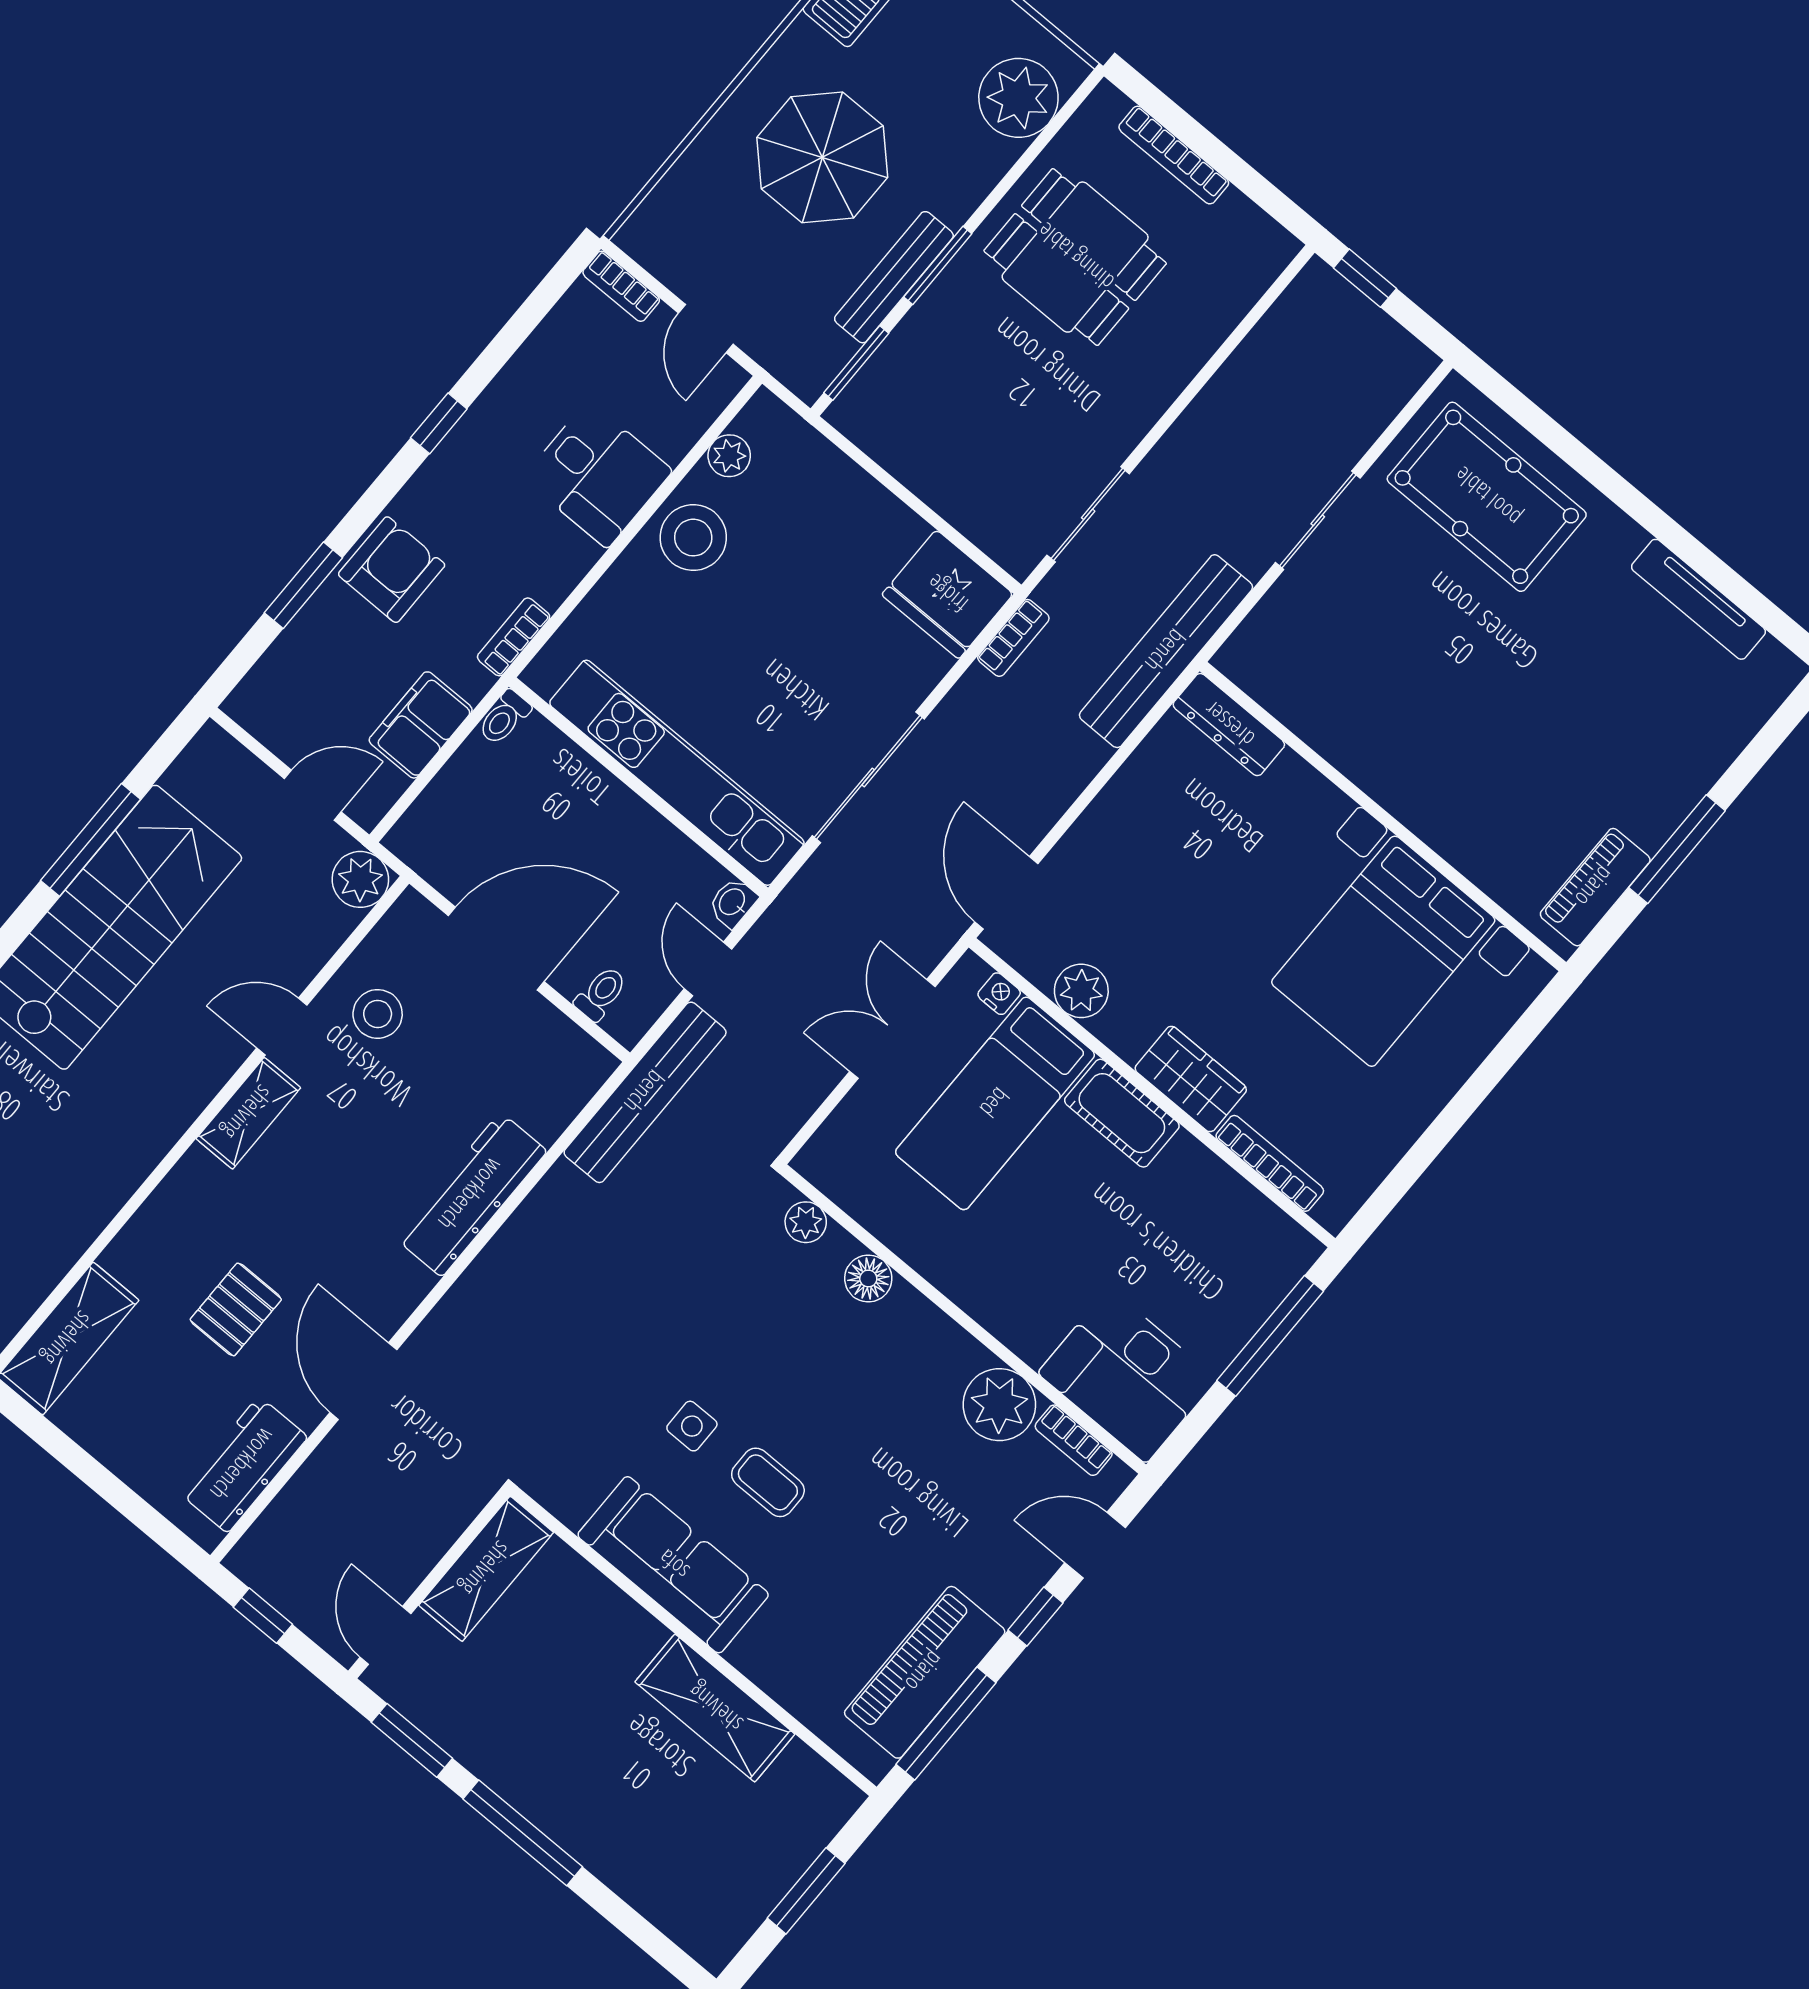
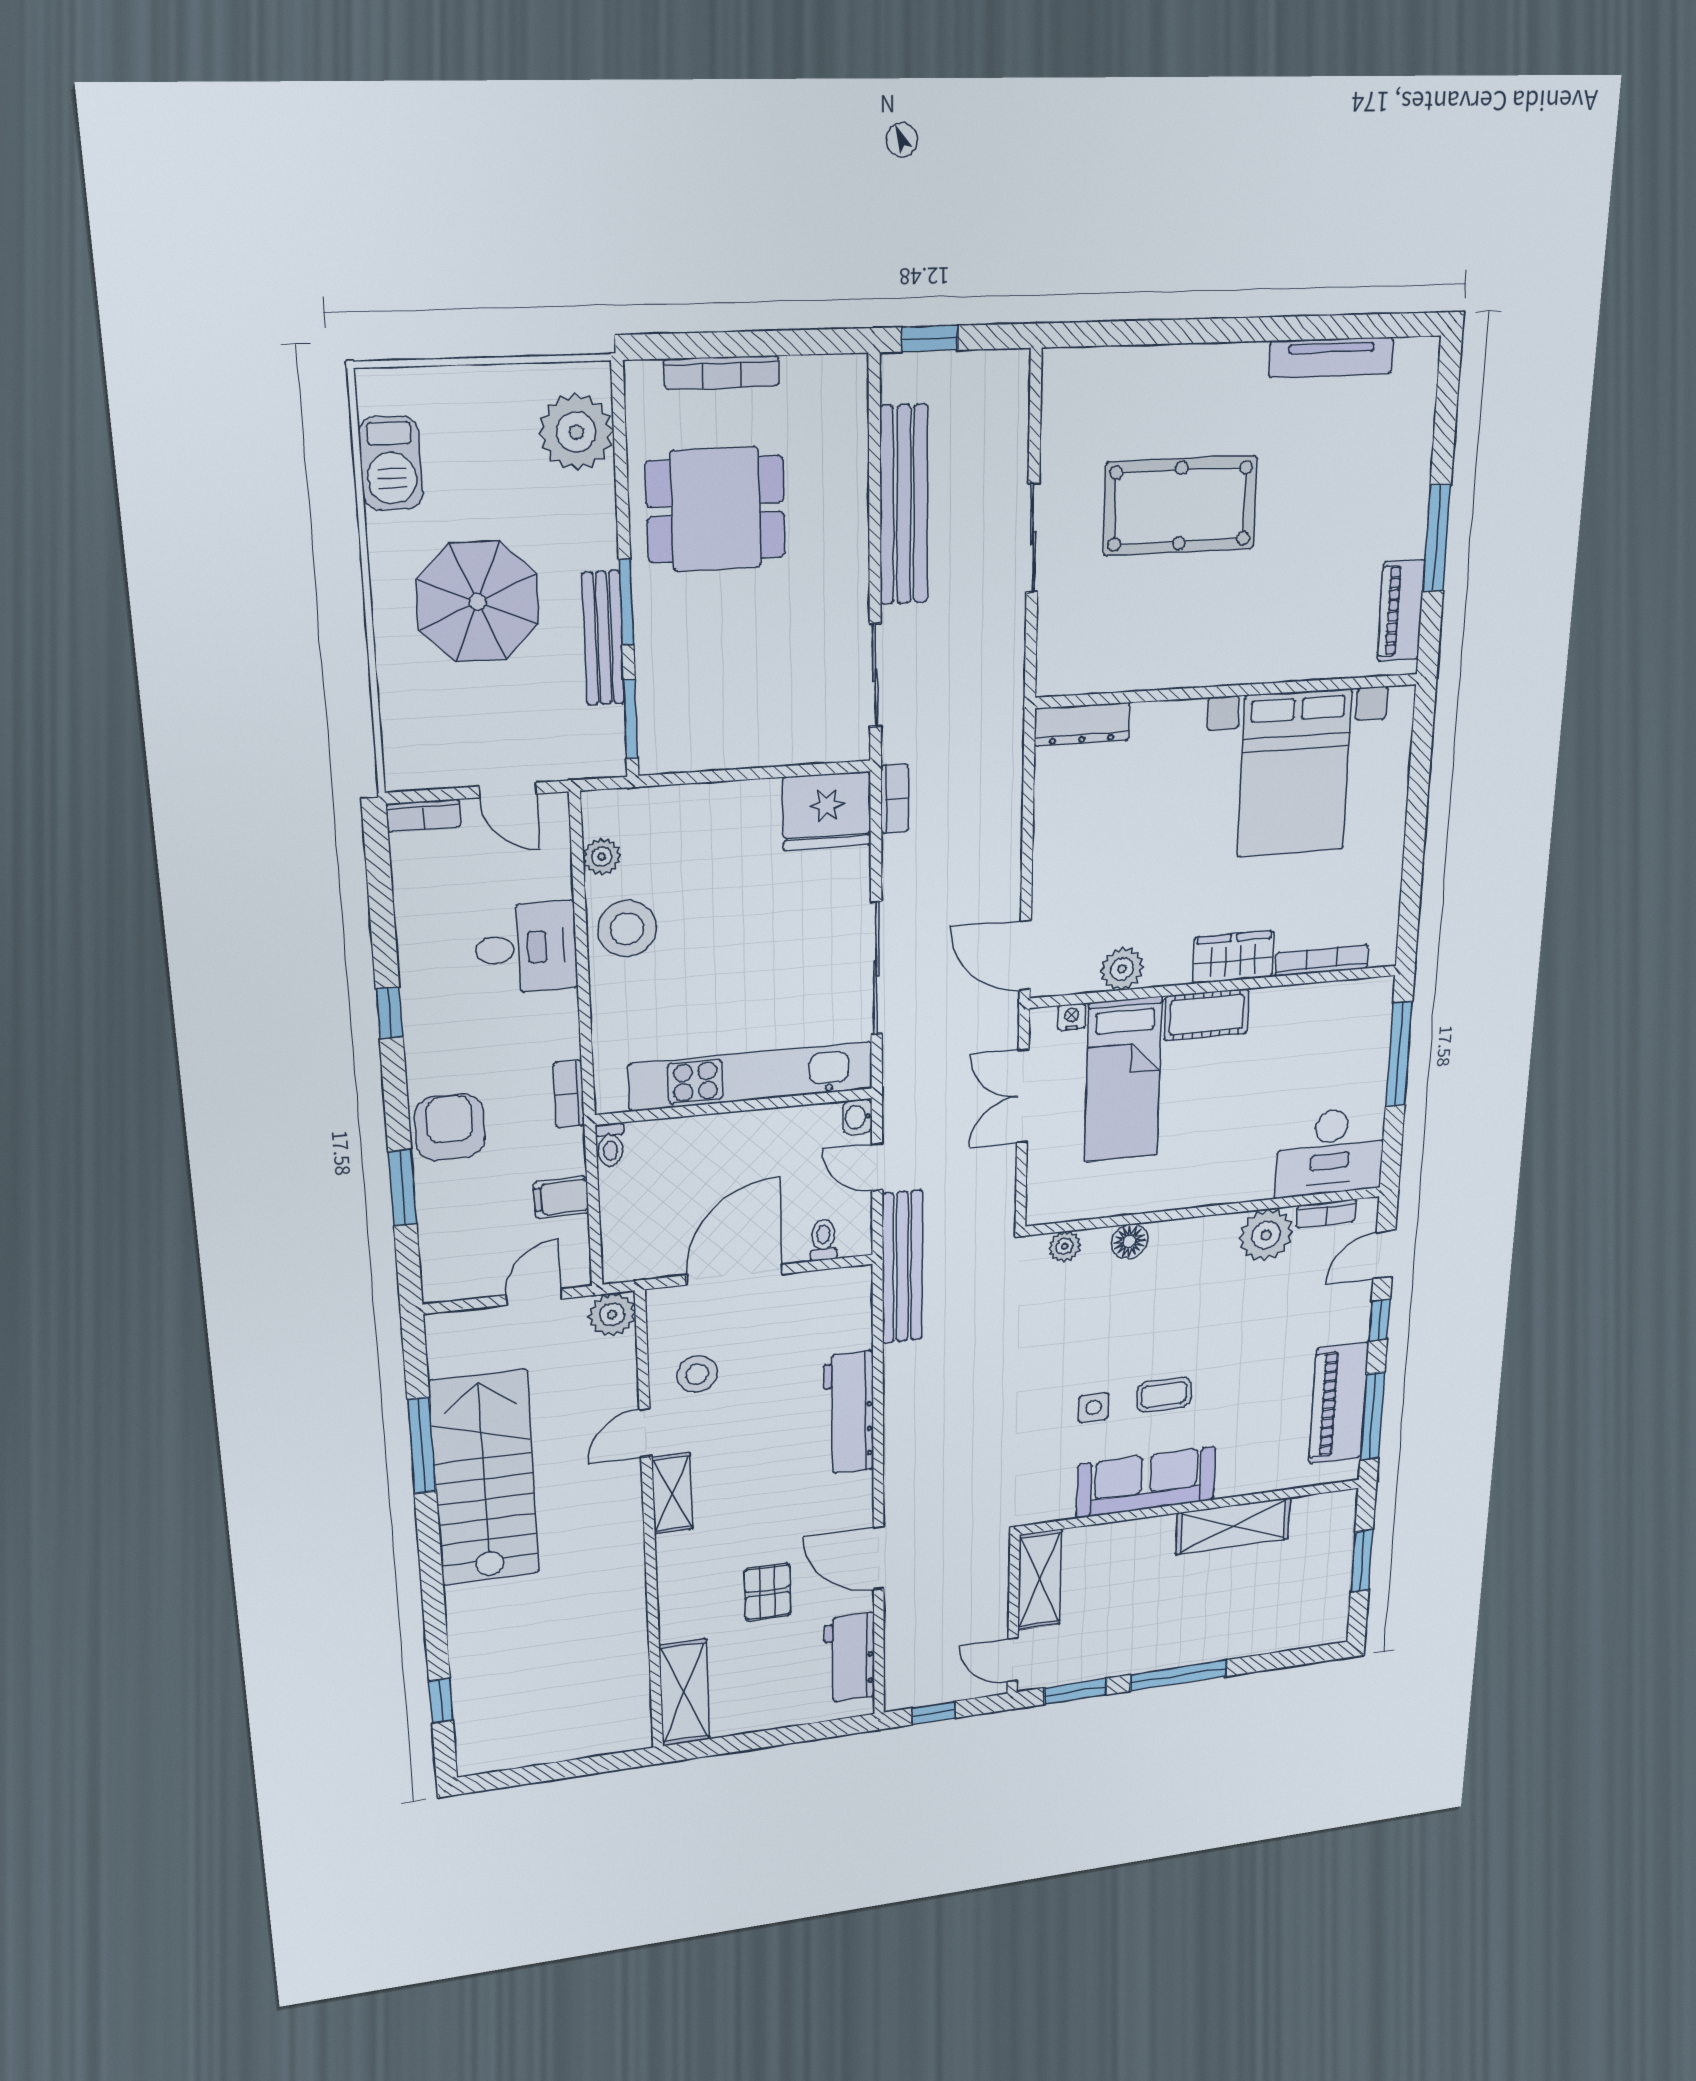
pool table: (1487, 497) -> (1180, 506), moved
bench: (1166, 651) -> (904, 505), moved
filing cabinet: (421, 725) -> (561, 1197), width x0.50

